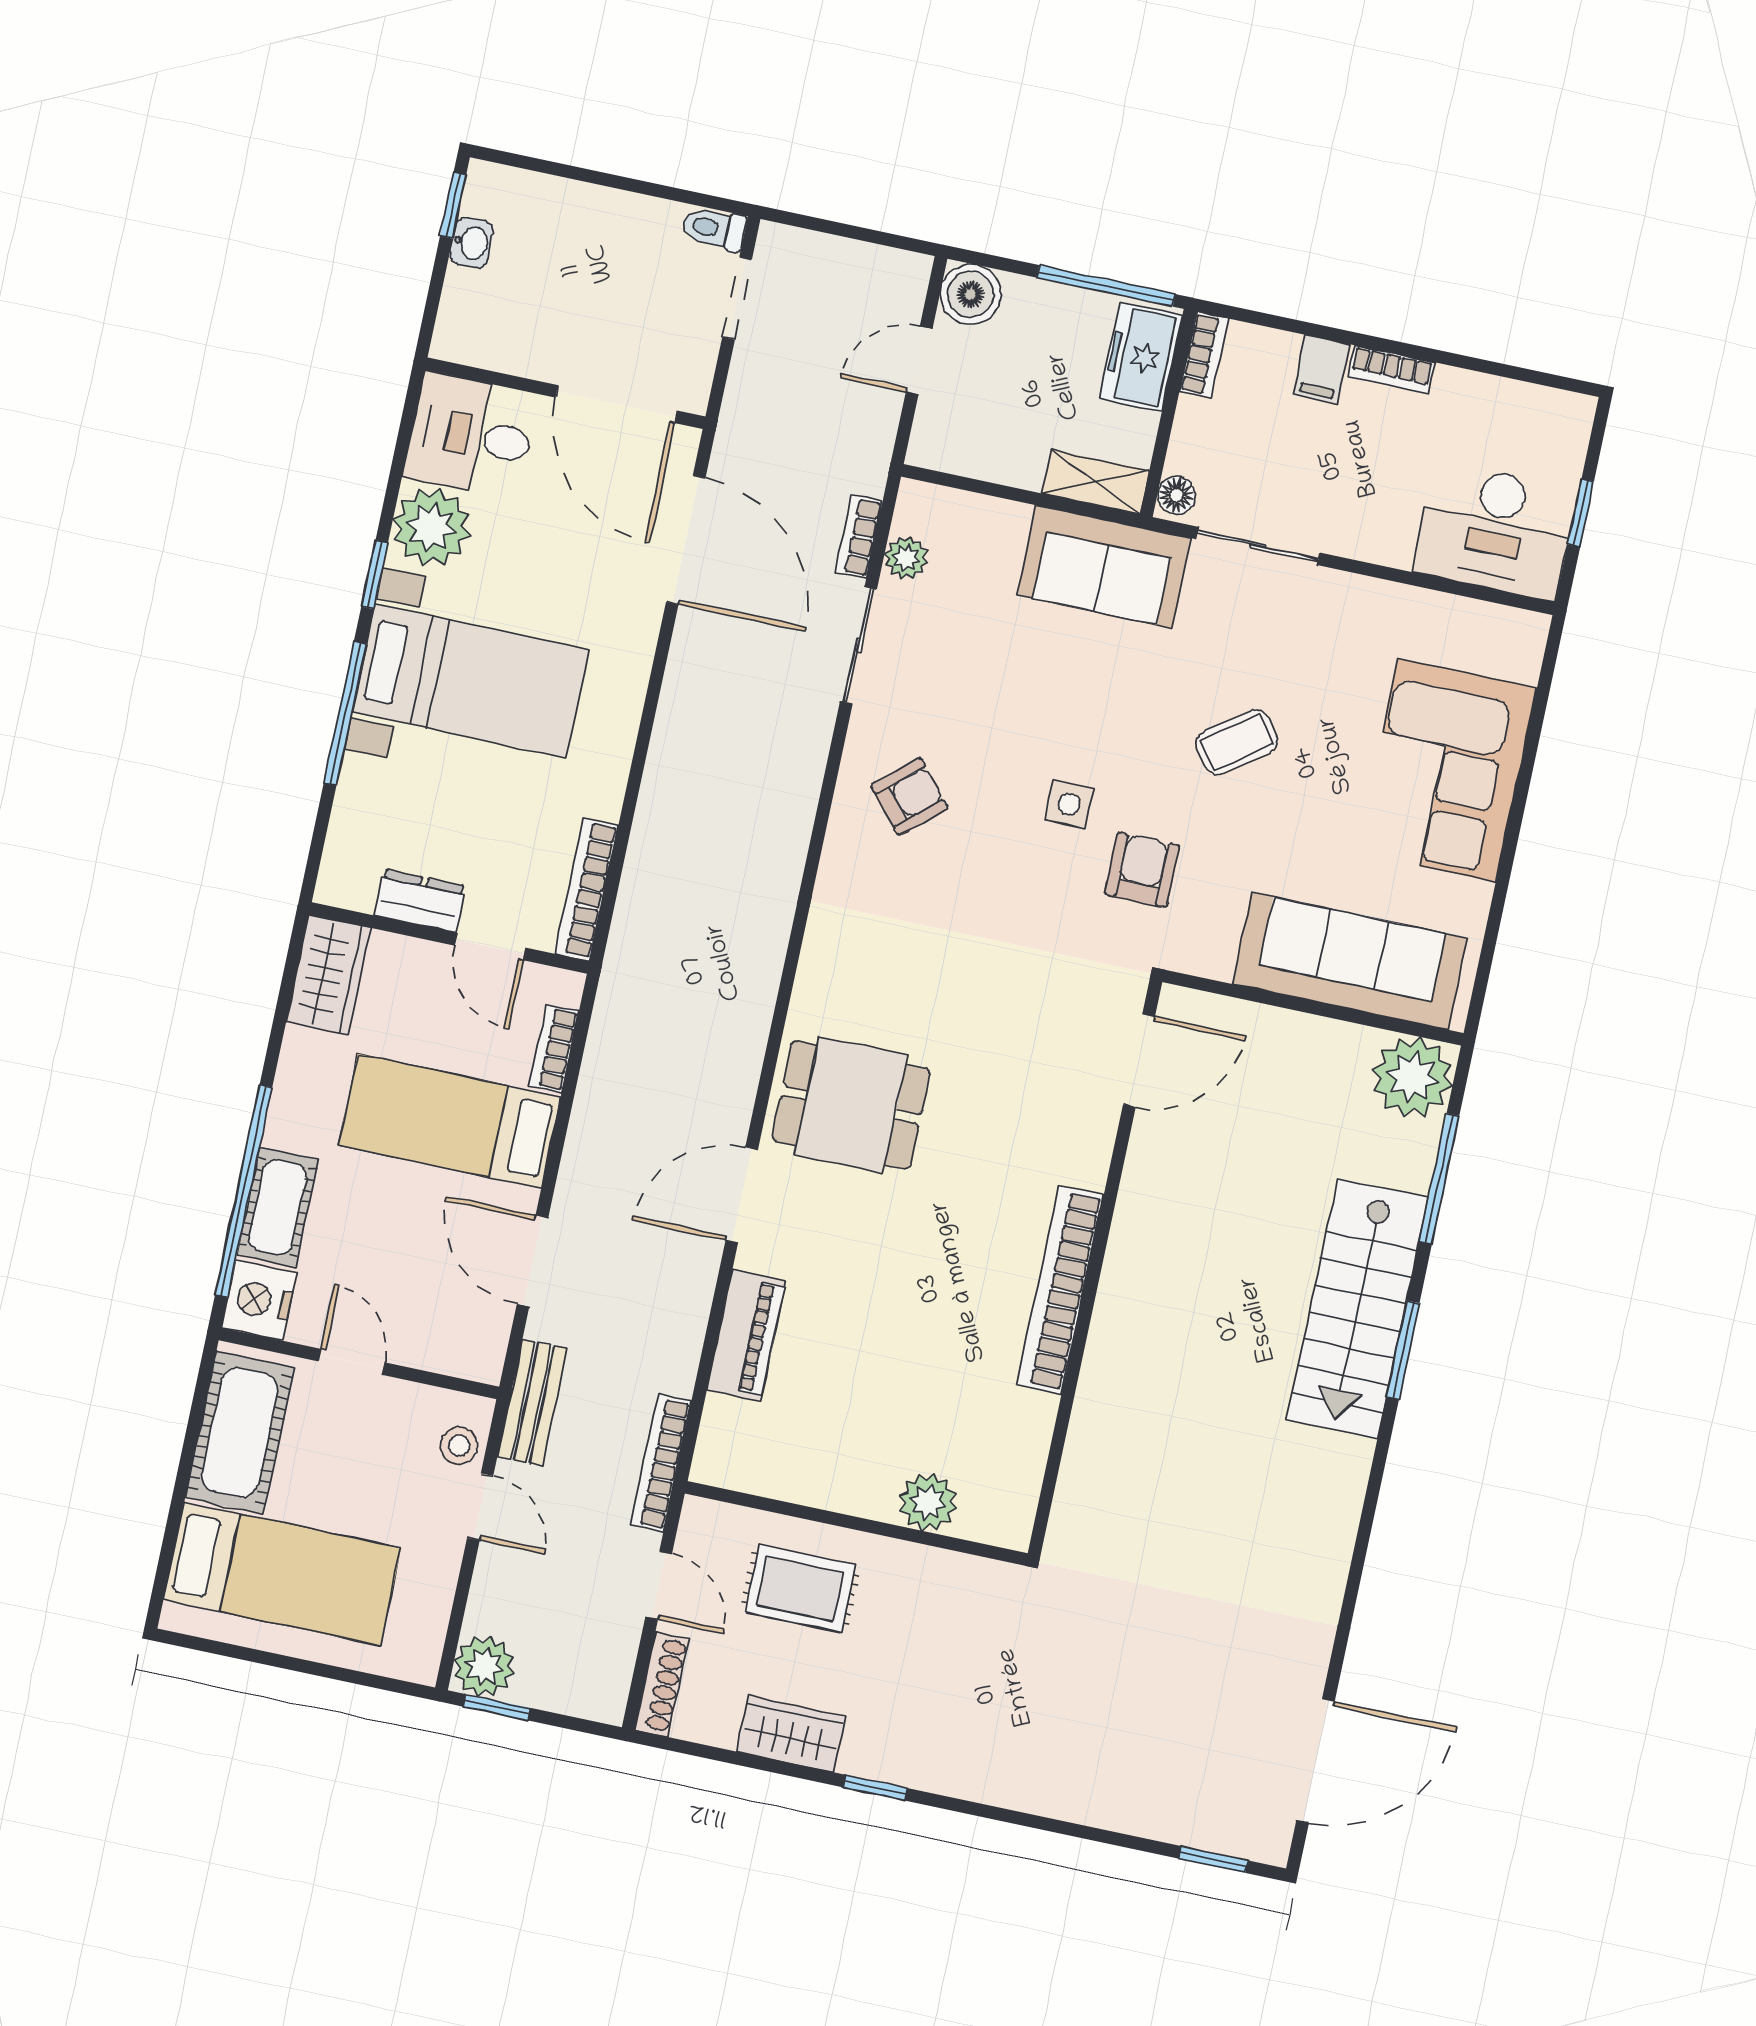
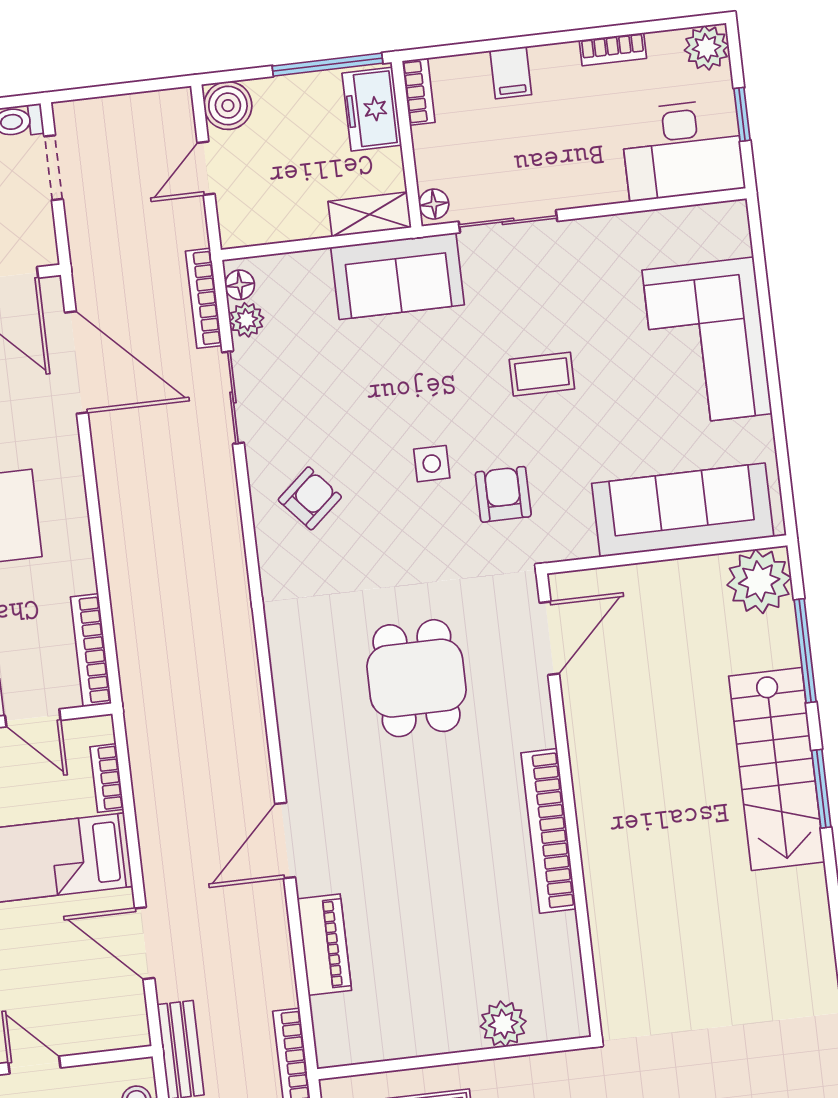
bookcase: (1391, 370) -> (613, 49), moved
plant: (1565, 419) -> (707, 48), added
floor lamp: (912, 513) -> (240, 285), added
bookcase: (859, 537) -> (204, 298), width x1.56
coffee table: (1237, 742) -> (542, 374), turned 36
dining table: (851, 1105) -> (417, 678), moved, turned 90

